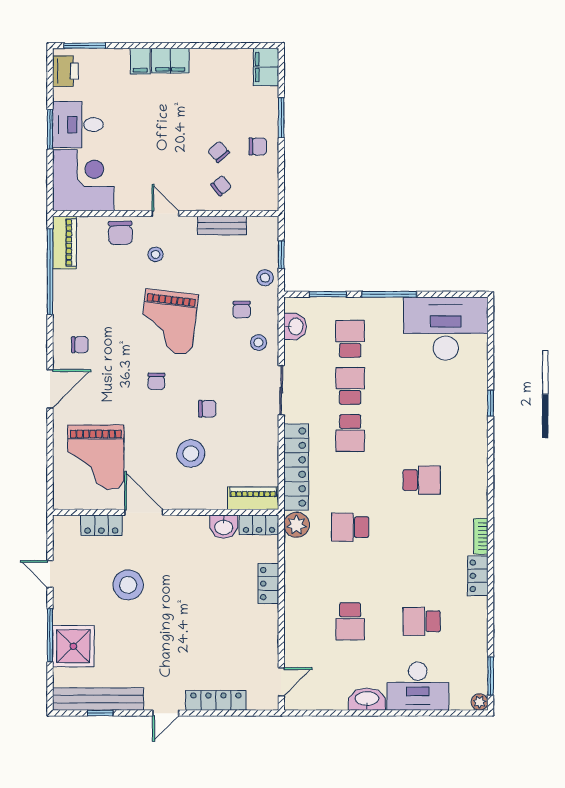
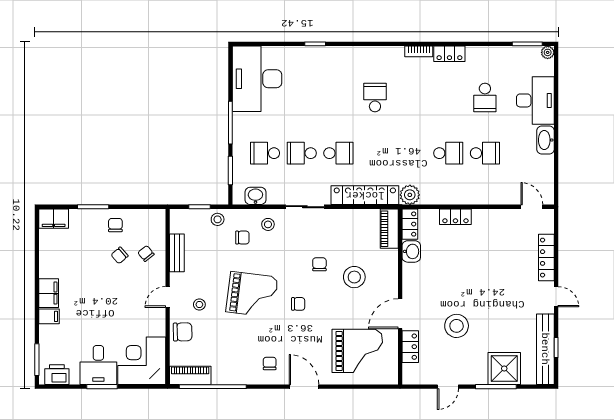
school desk: (350, 527) -> (448, 153), moved, turned -90

